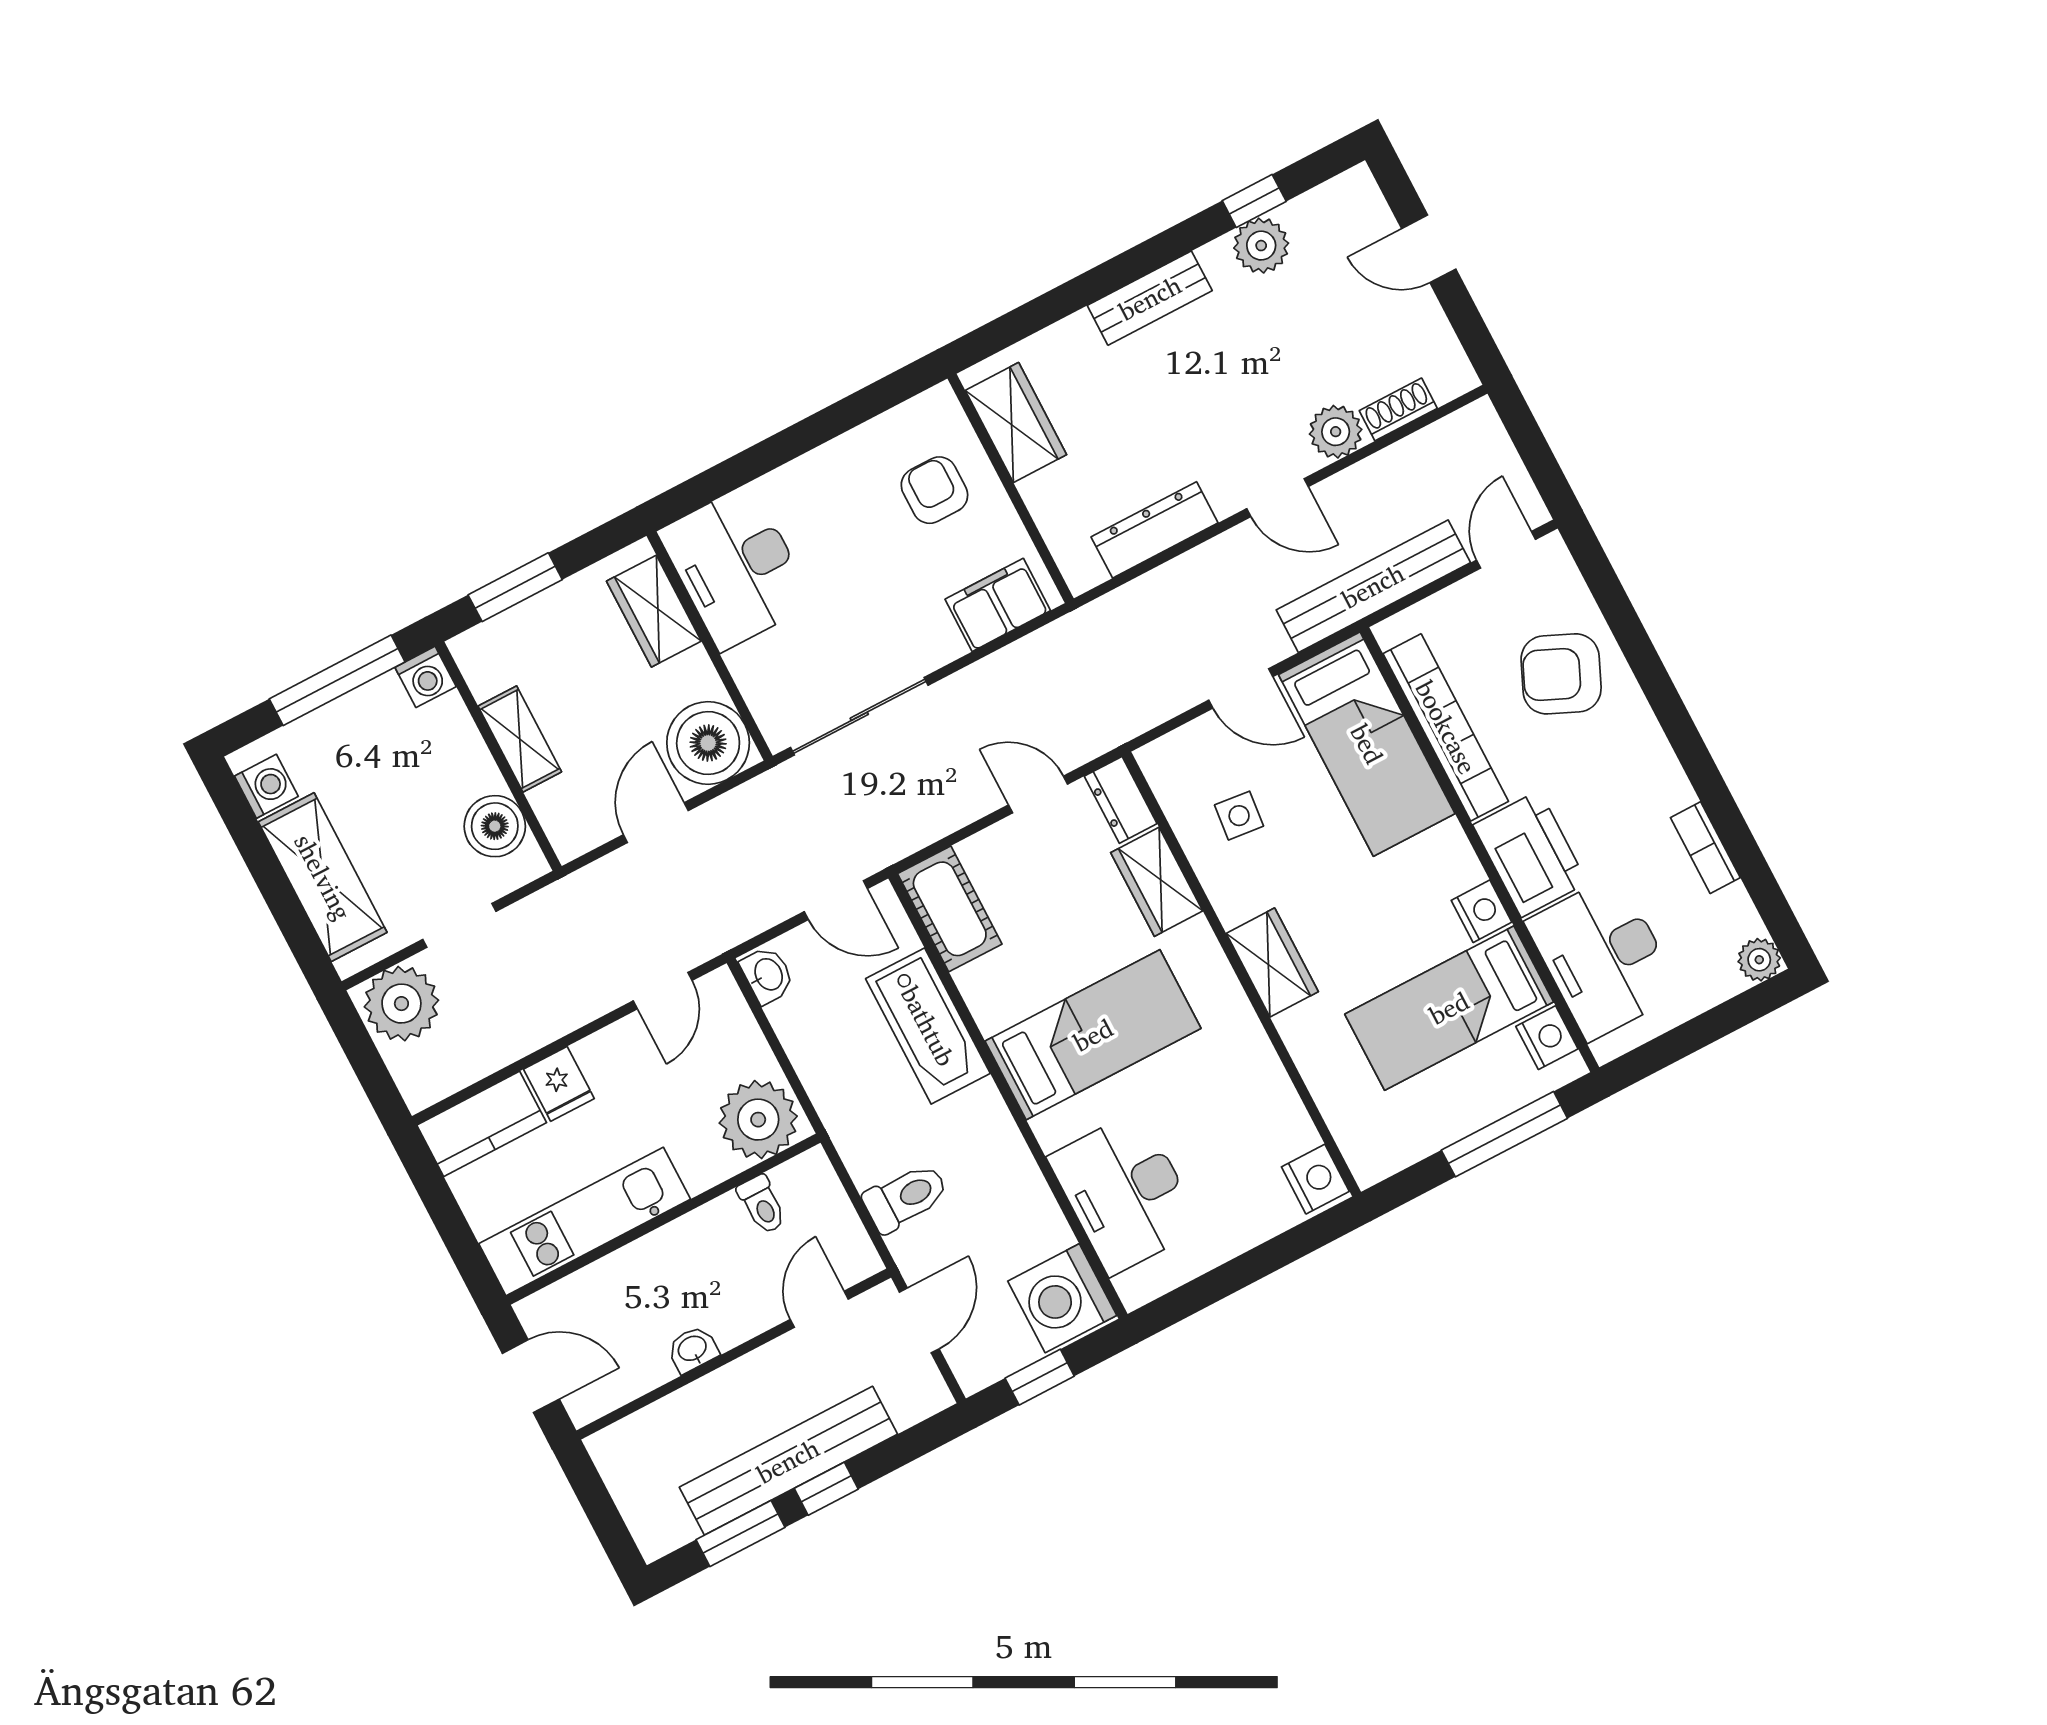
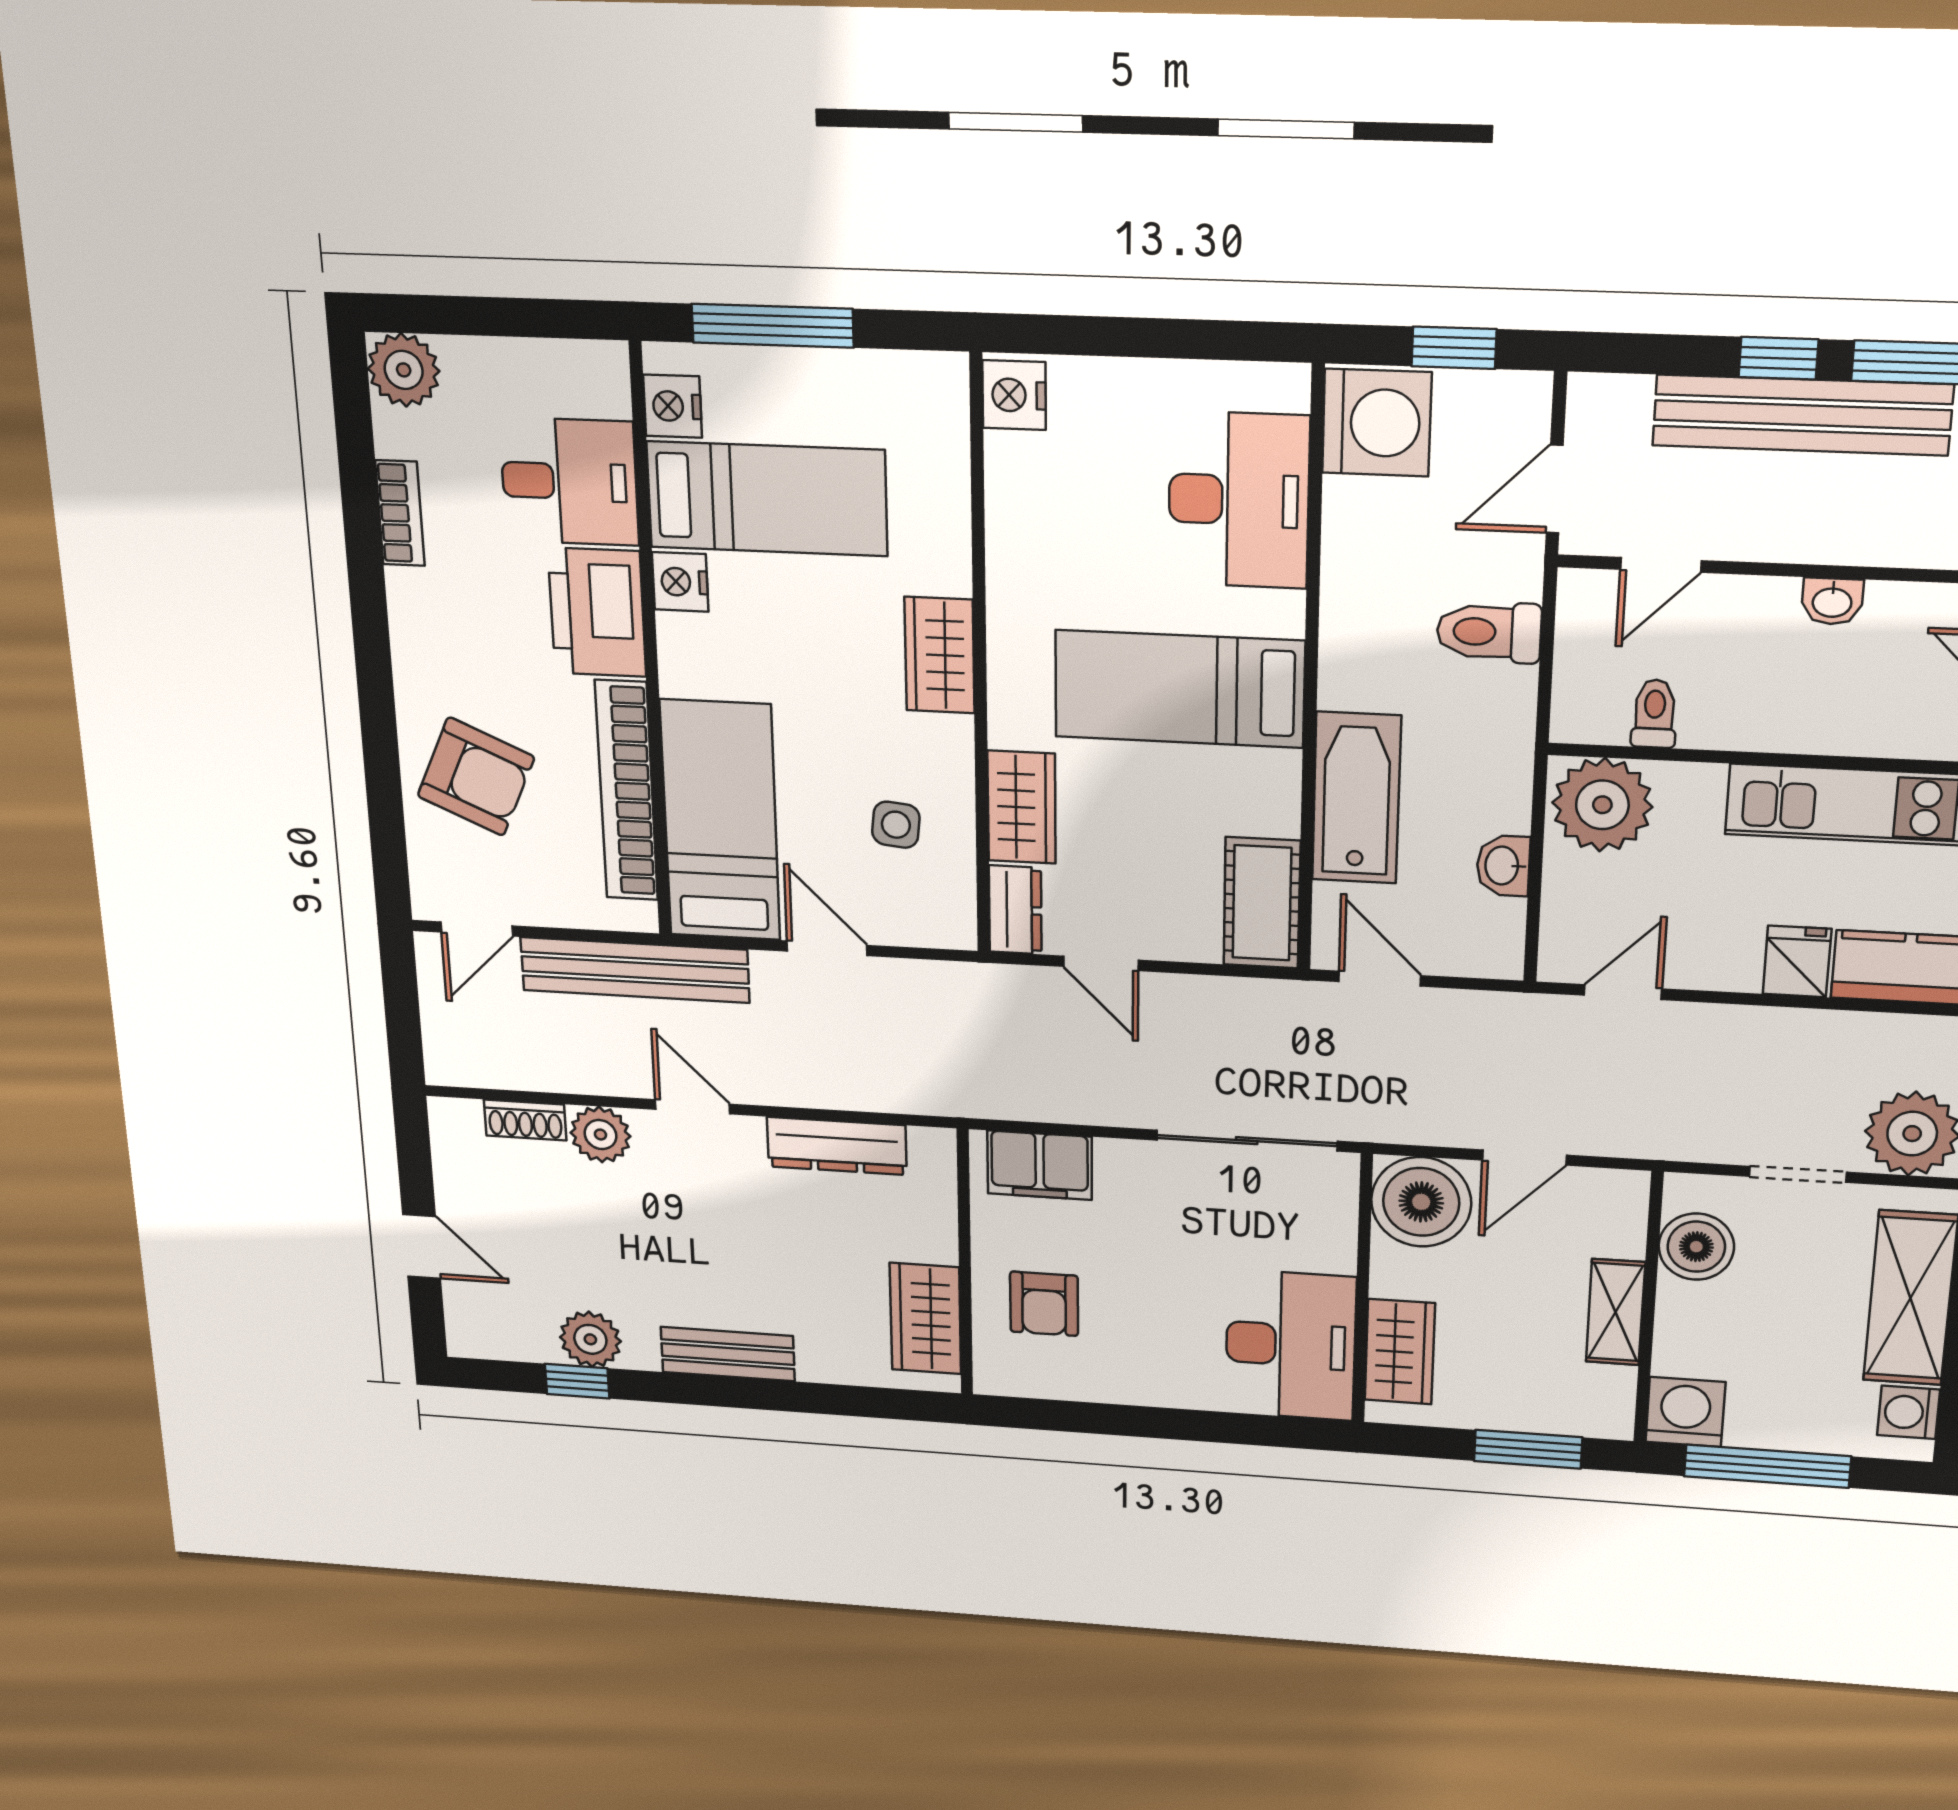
washing machine: (426, 677) -> (1685, 1412), width x1.38, depth x1.38
desk: (1603, 958) -> (569, 482), width x0.73
plant: (1759, 960) -> (404, 370), width x1.38, depth x1.38
washbasin: (767, 975) -> (1503, 866), moved

